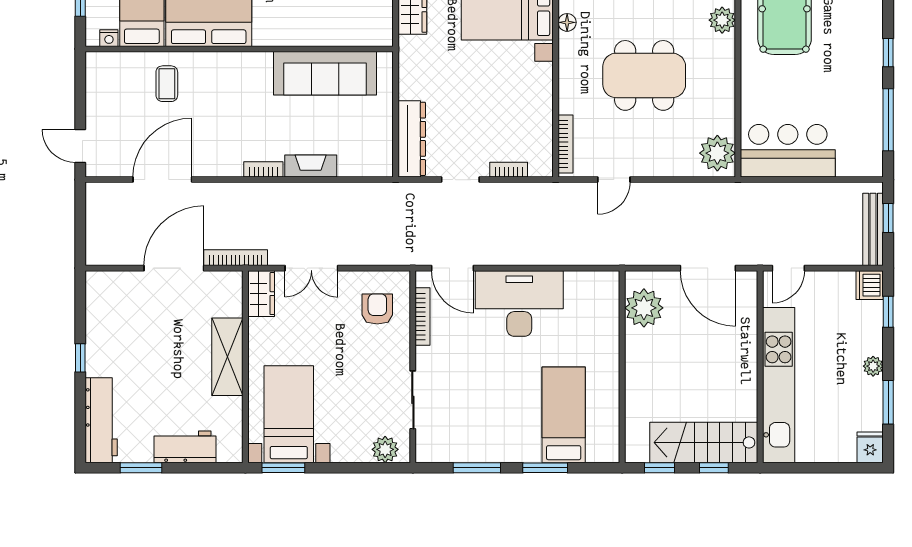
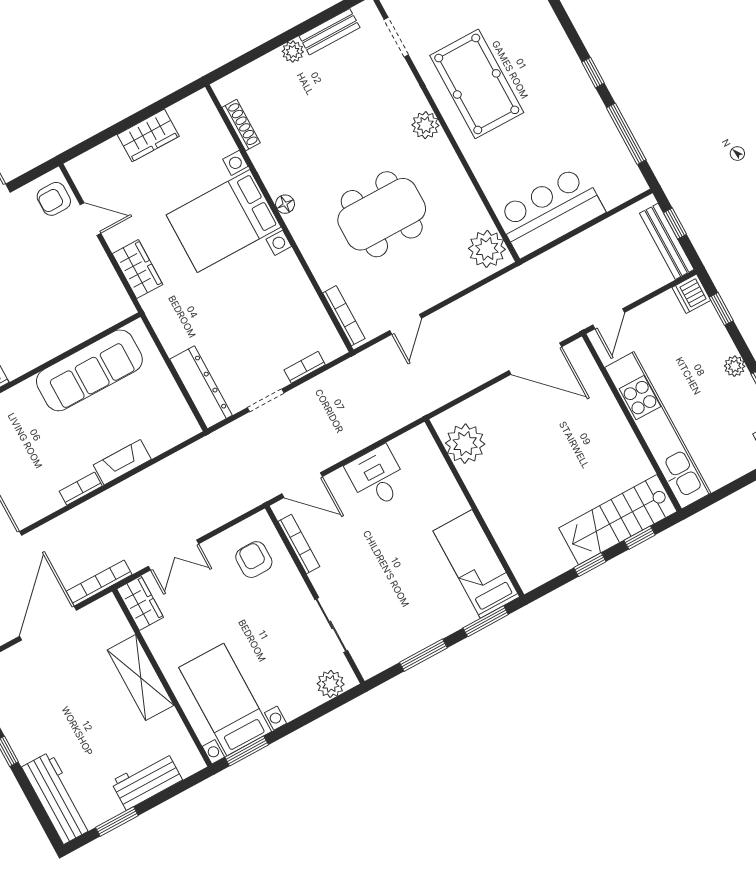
desk: (519, 304) -> (377, 477), width x0.53, depth x0.77
plant: (644, 308) -> (465, 444), moved
wall: (622, 367) -> (474, 508), moved

